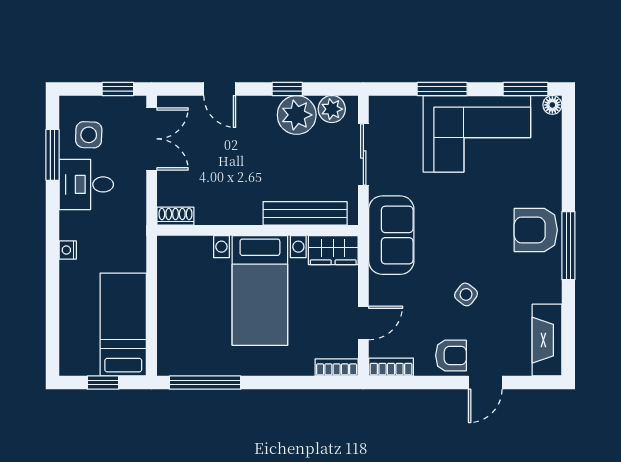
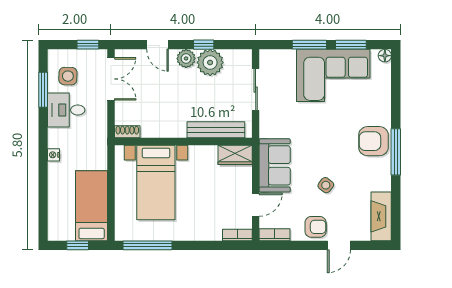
window: (525, 89) -> (351, 45), moved
plant: (332, 109) -> (186, 58), moved
sofa: (391, 235) -> (275, 165), moved
bed with nightstands: (260, 291) -> (156, 183), moved

